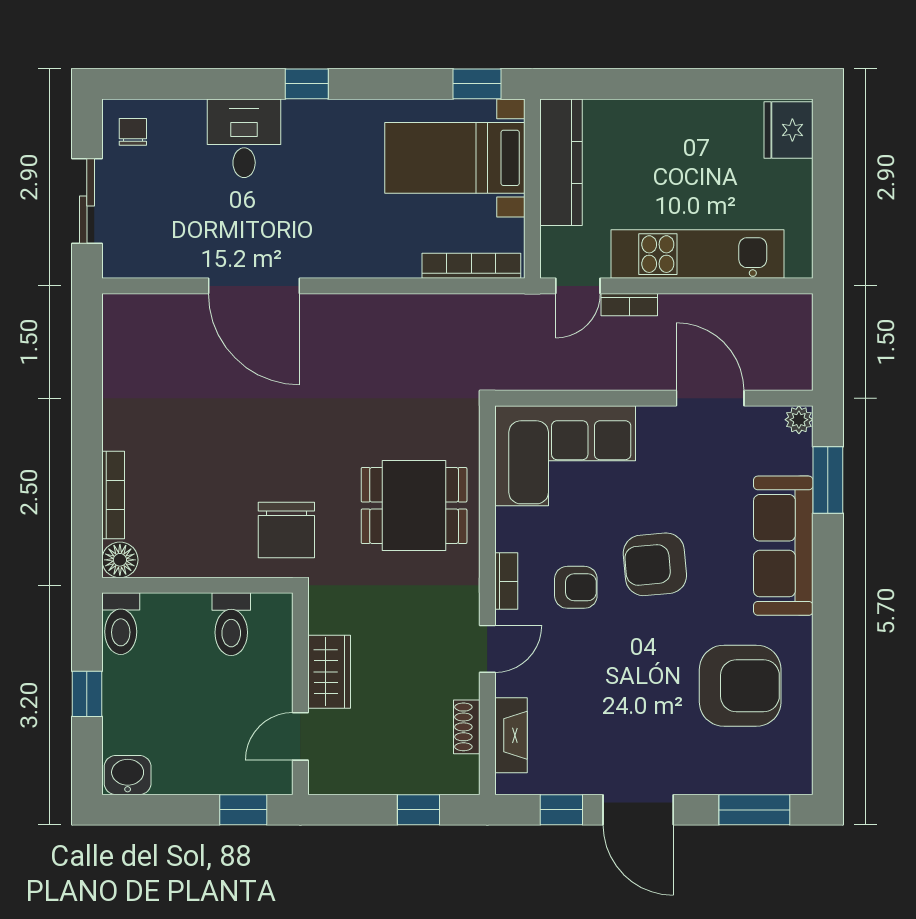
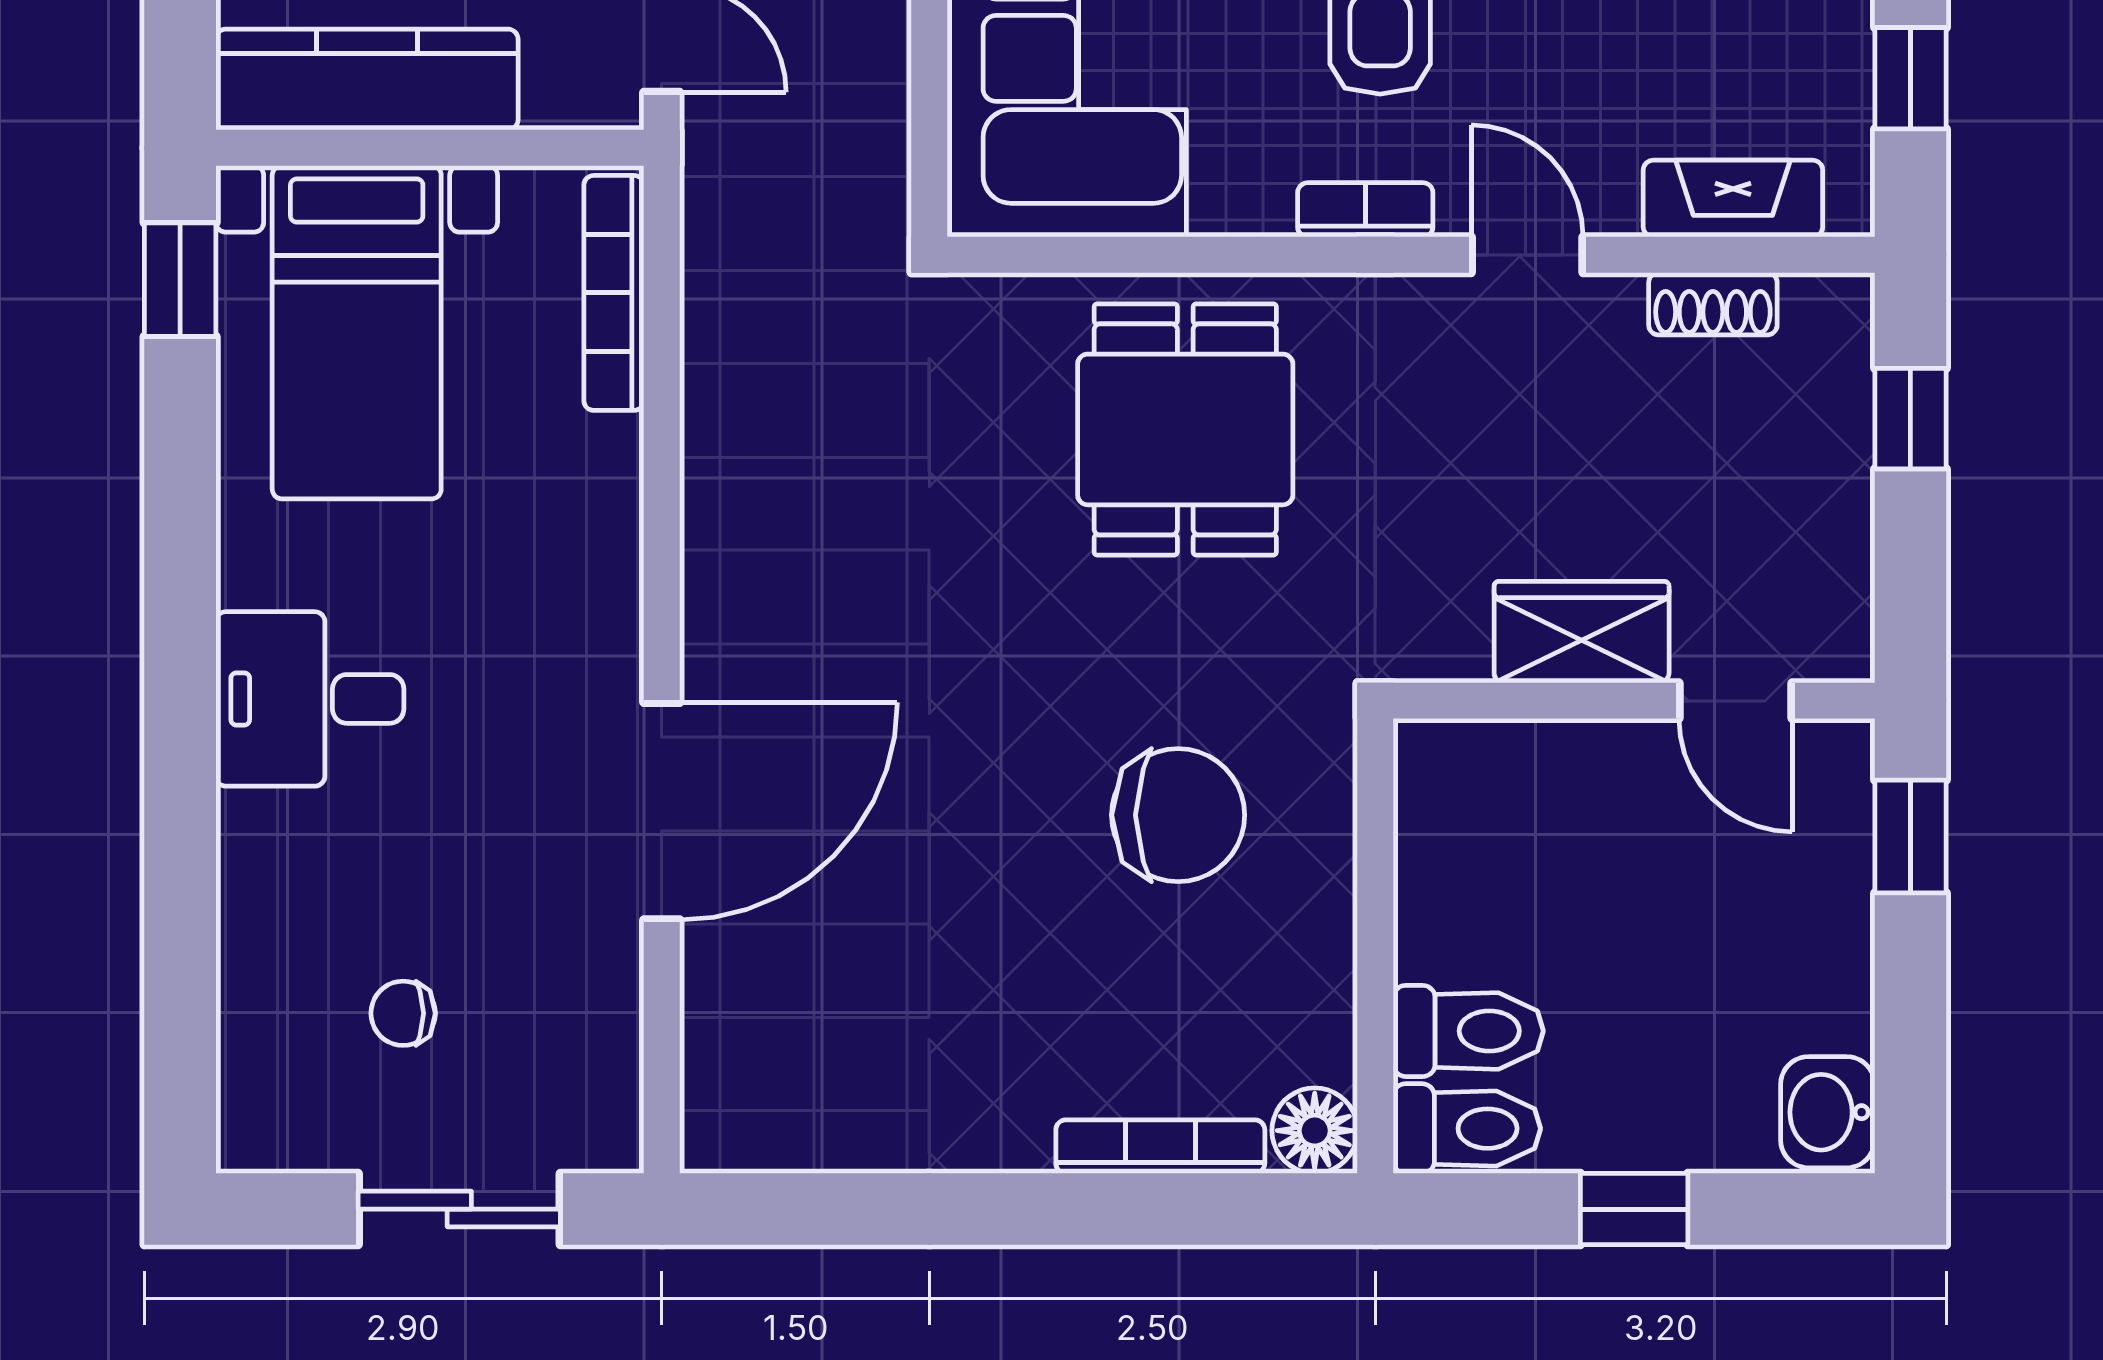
window: (307, 84) -> (180, 685), removed
chair: (133, 132) -> (403, 1013), moved
desk: (244, 138) -> (310, 699), moved
chair: (286, 530) -> (1178, 815), moved
toilet: (231, 624) -> (1468, 1031), moved

